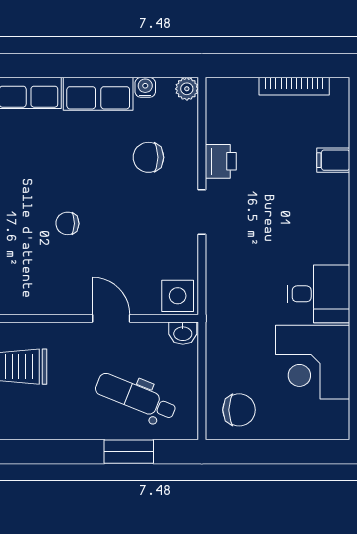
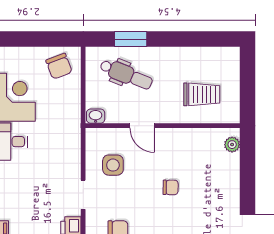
side table: (178, 296) -> (113, 165), moved
chair: (239, 410) -> (59, 66), turned -111

